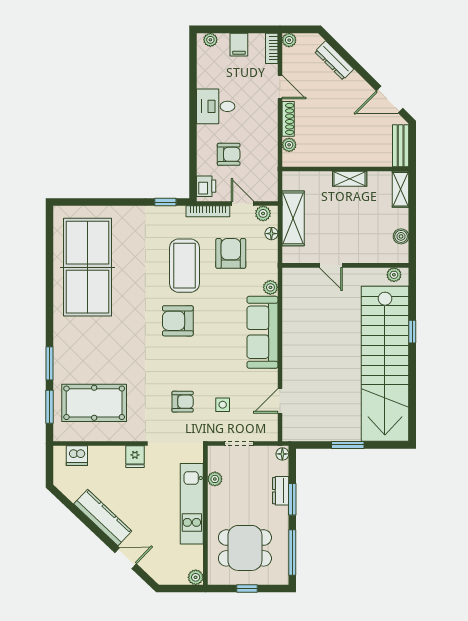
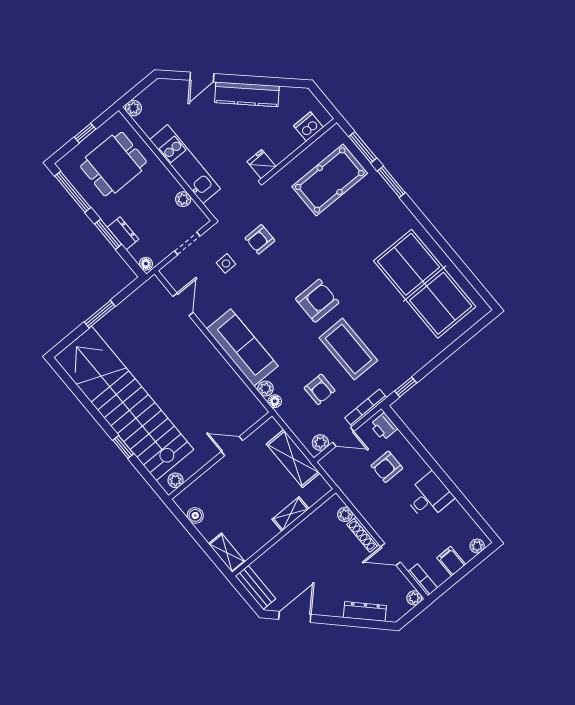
shelving: (350, 179) -> (291, 514), moved
floor lamp: (271, 234) -> (275, 401), moved
armchair: (231, 253) -> (320, 389), width x0.72, depth x0.72

